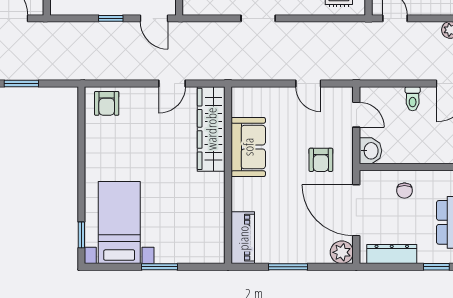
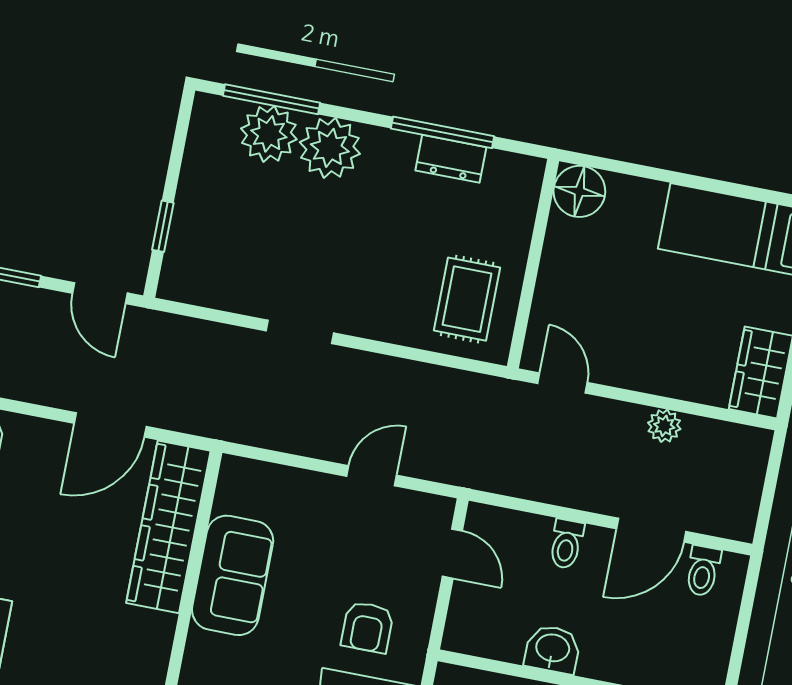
door: (172, 83) -> (110, 425), width x1.38
door: (308, 83) -> (372, 476), swing flipped
washbasin: (370, 151) -> (552, 649), moved, turned -90

